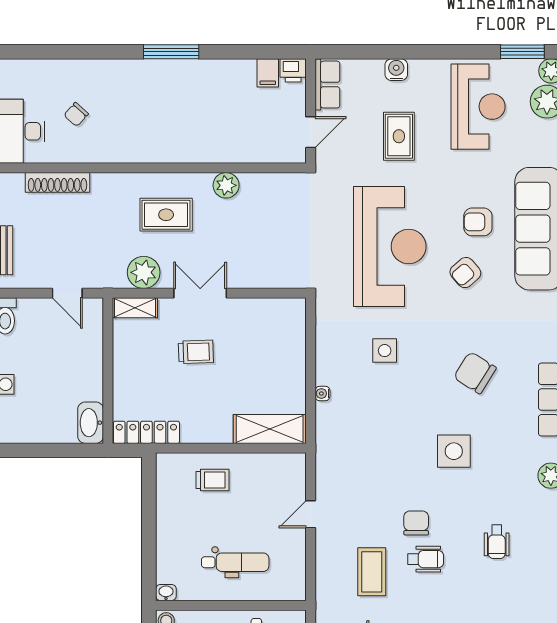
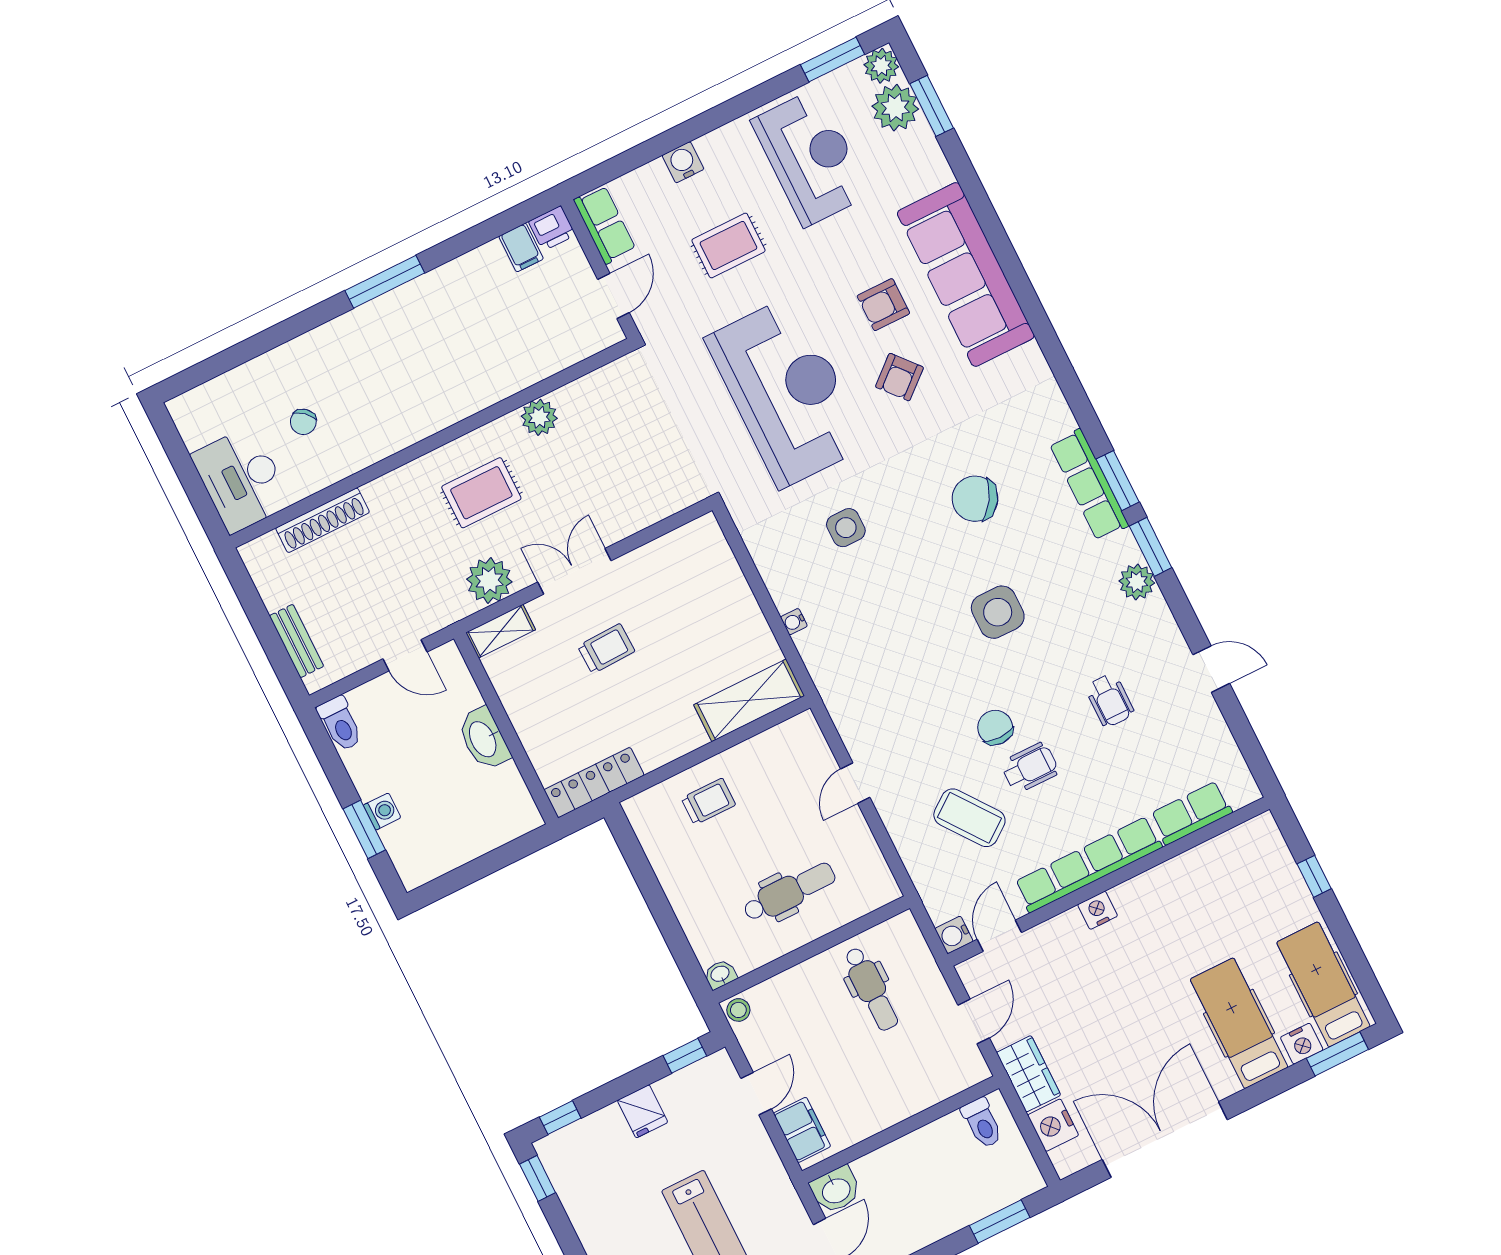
rug: (399, 136) -> (728, 245), turned 90
washbasin: (91, 423) -> (484, 739), moved
coffee table: (372, 572) -> (969, 818), turned -37

